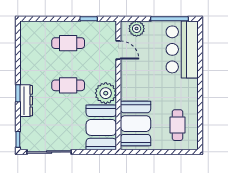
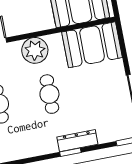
plant: (106, 93) -> (35, 50), moved

